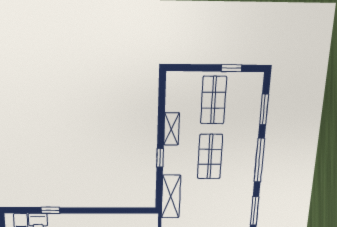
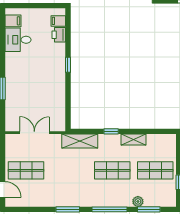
plant: (253, 124) -> (138, 201), added
window: (51, 210) -> (68, 65), moved

